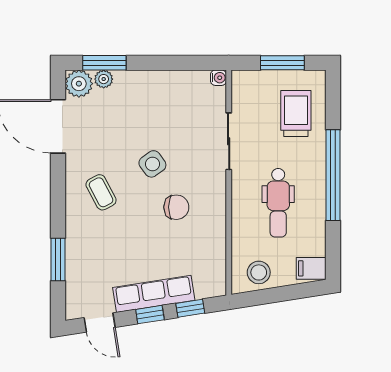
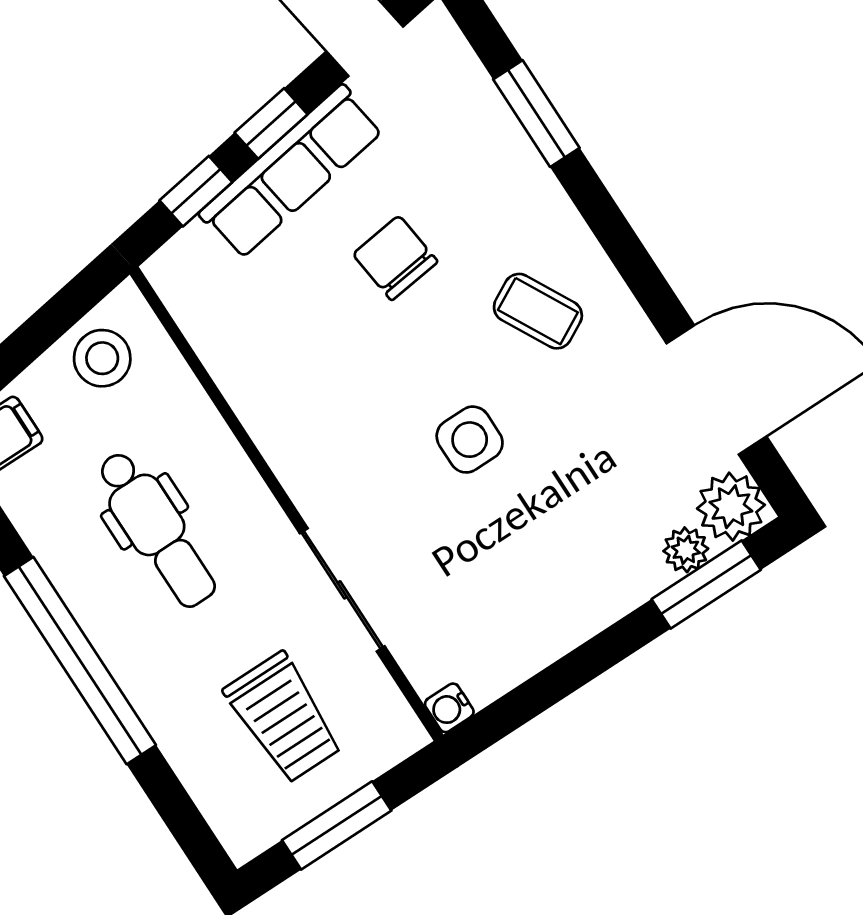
trolley: (296, 114) -> (284, 718), moved
side table: (152, 164) -> (470, 440), turned 36
dental chair: (278, 203) -> (156, 529), turned 180
chair: (176, 207) -> (395, 258), moved, turned 83

